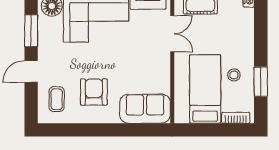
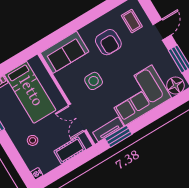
side table: (133, 61) -> (94, 81), added
stool: (234, 75) -> (33, 140), moved

